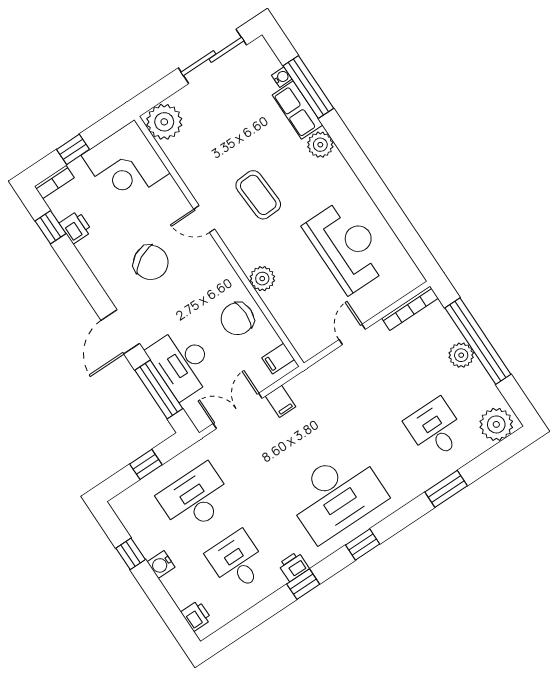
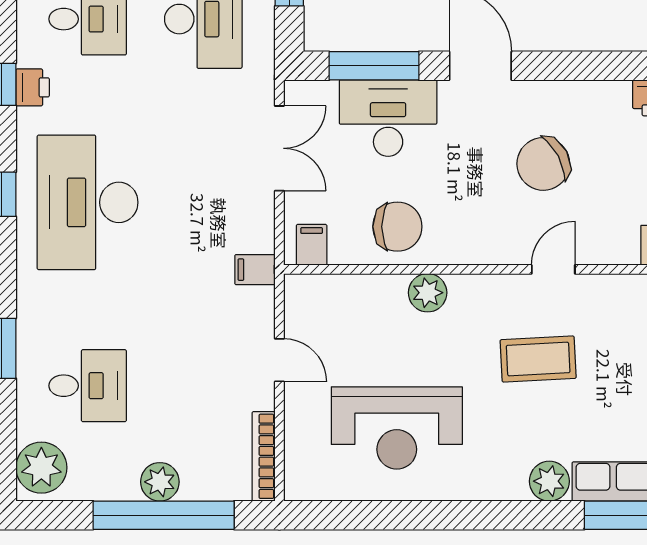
chair: (237, 319) -> (397, 227), turned 90
filing cabinet: (280, 401) -> (255, 270), moved

